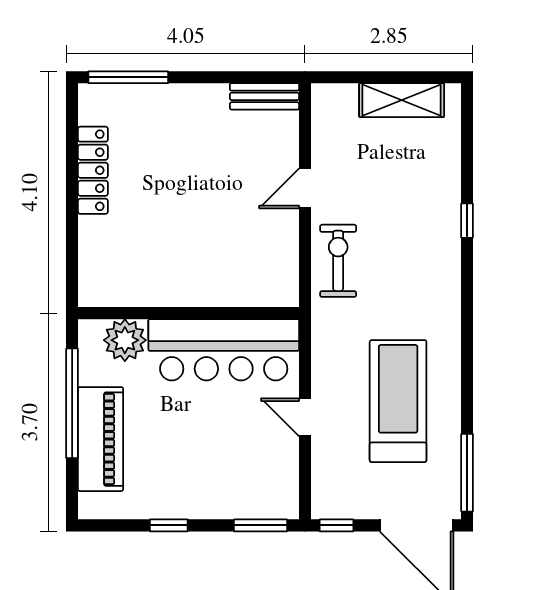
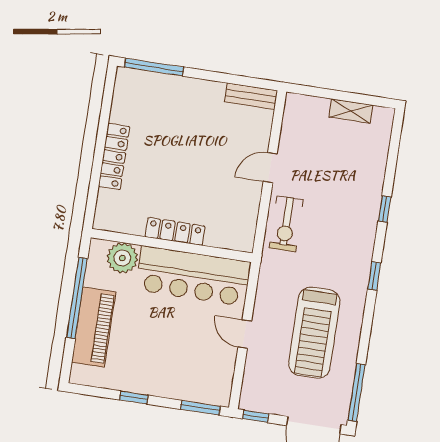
shelving: (402, 100) -> (351, 111), width x0.67, depth x0.75
locker: (93, 170) -> (114, 157), moved
exercise bike: (338, 261) -> (286, 224), turned 180
locker: (190, 294) -> (175, 231), added
window: (467, 313) -> (374, 276), added
treadmill: (398, 401) -> (314, 333), turned 180

